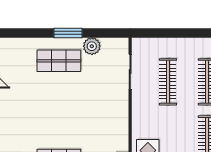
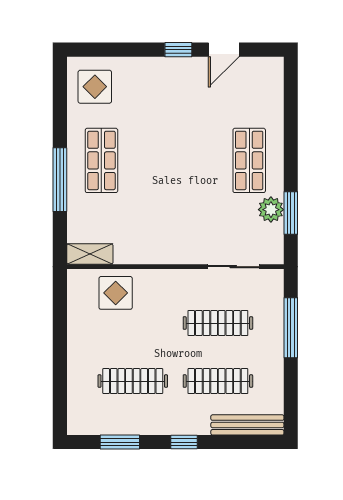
window: (68, 33) -> (291, 213), moved
window: (171, 33) -> (291, 328), added

